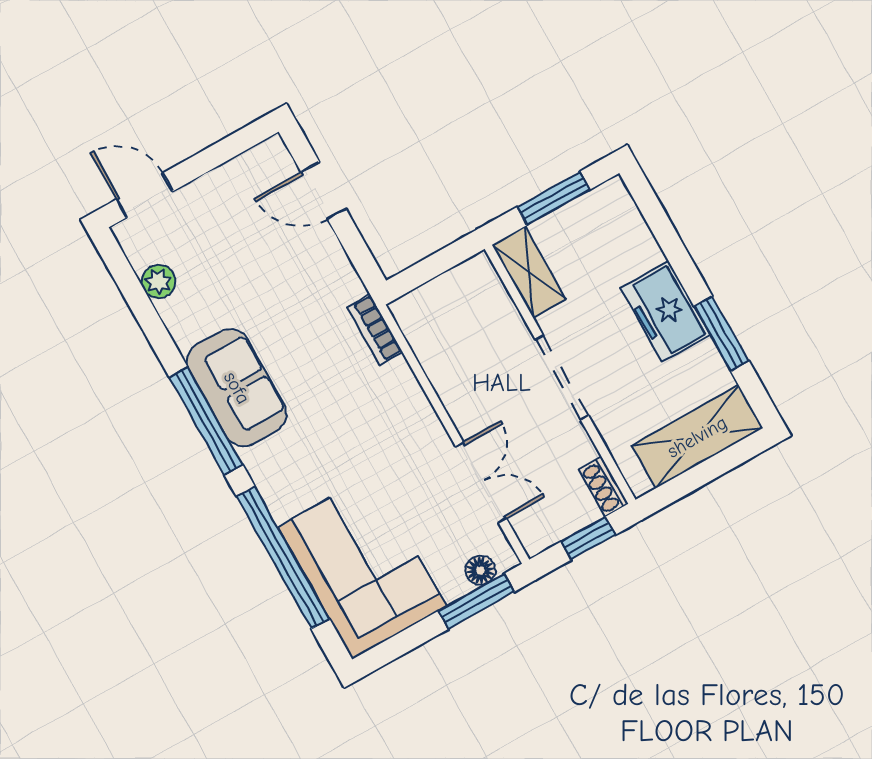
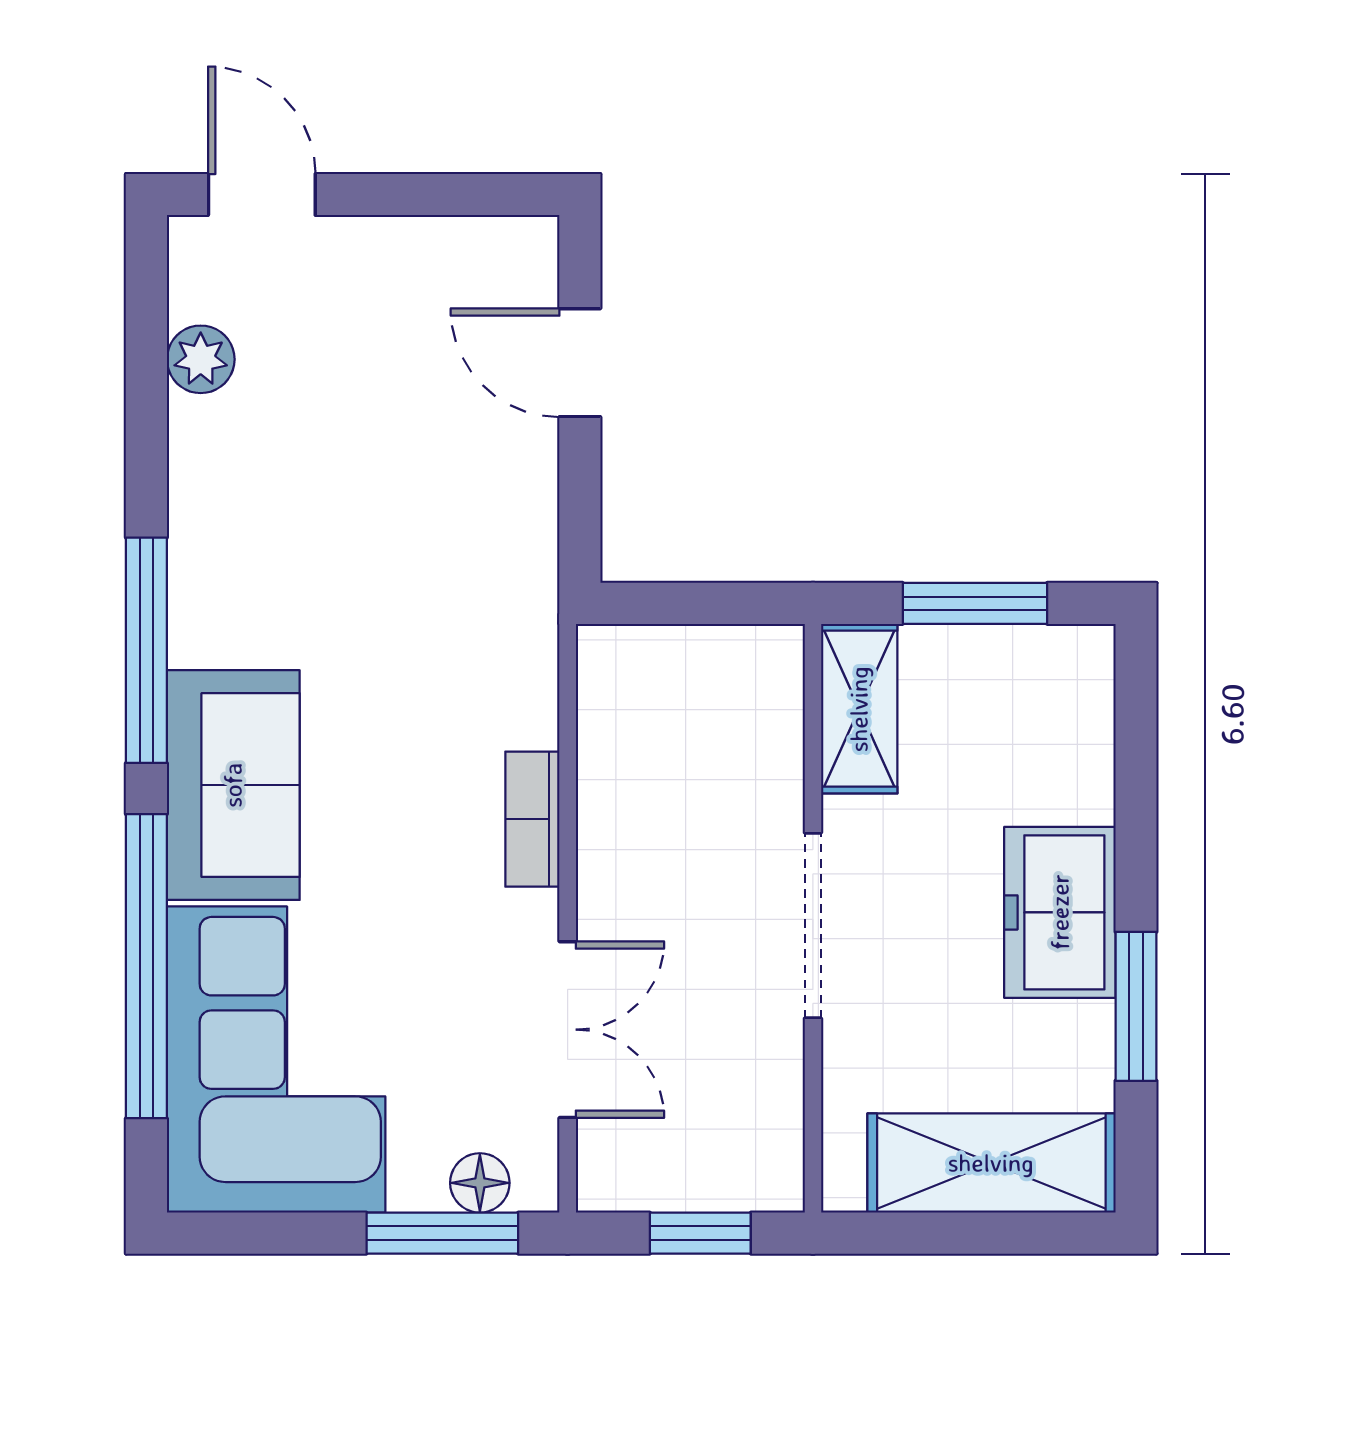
bookcase: (375, 330) -> (532, 819), moved
sofa: (237, 388) -> (233, 785), moved
shoe rack: (603, 487) -> (778, 1158), removed

